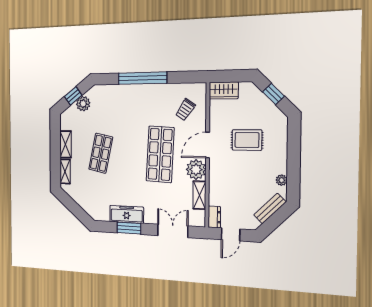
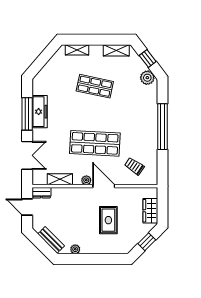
wardrobe: (224, 90) -> (150, 211), moved
plant: (83, 104) -> (147, 78), moved
shelving: (65, 144) -> (116, 50), moved
plant: (196, 170) -> (86, 180), width x0.53, depth x0.53
window: (129, 228) -> (27, 114), width x1.44

